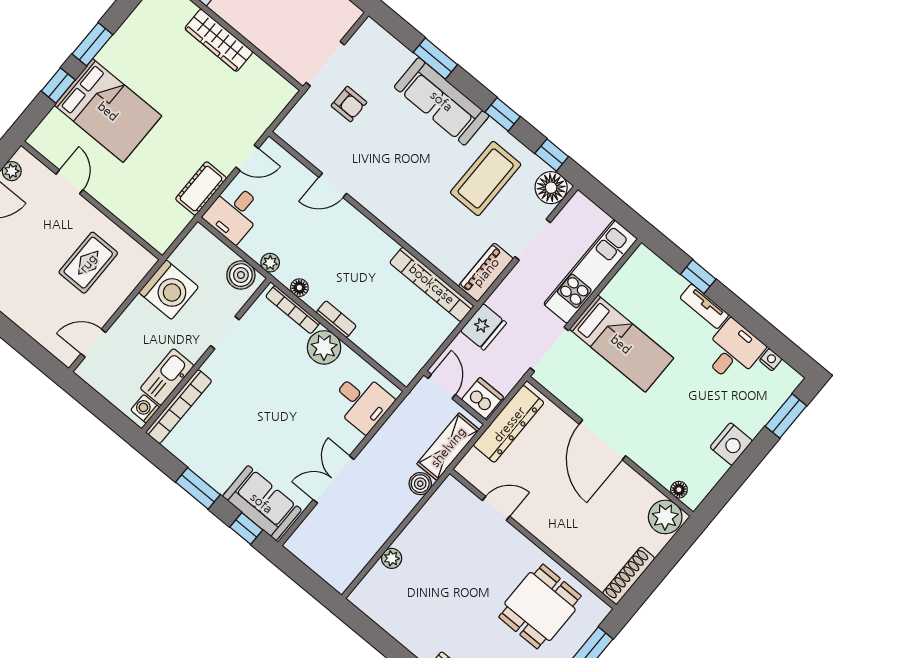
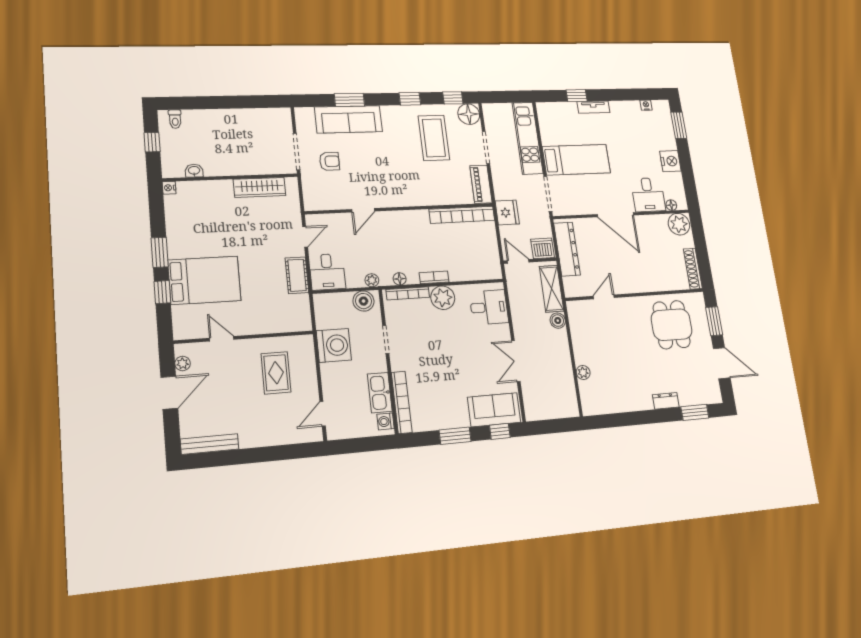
wardrobe: (219, 40) -> (260, 187), moved
sofa: (442, 101) -> (348, 119), moved
desk: (733, 351) -> (648, 195), moved, turned 180

